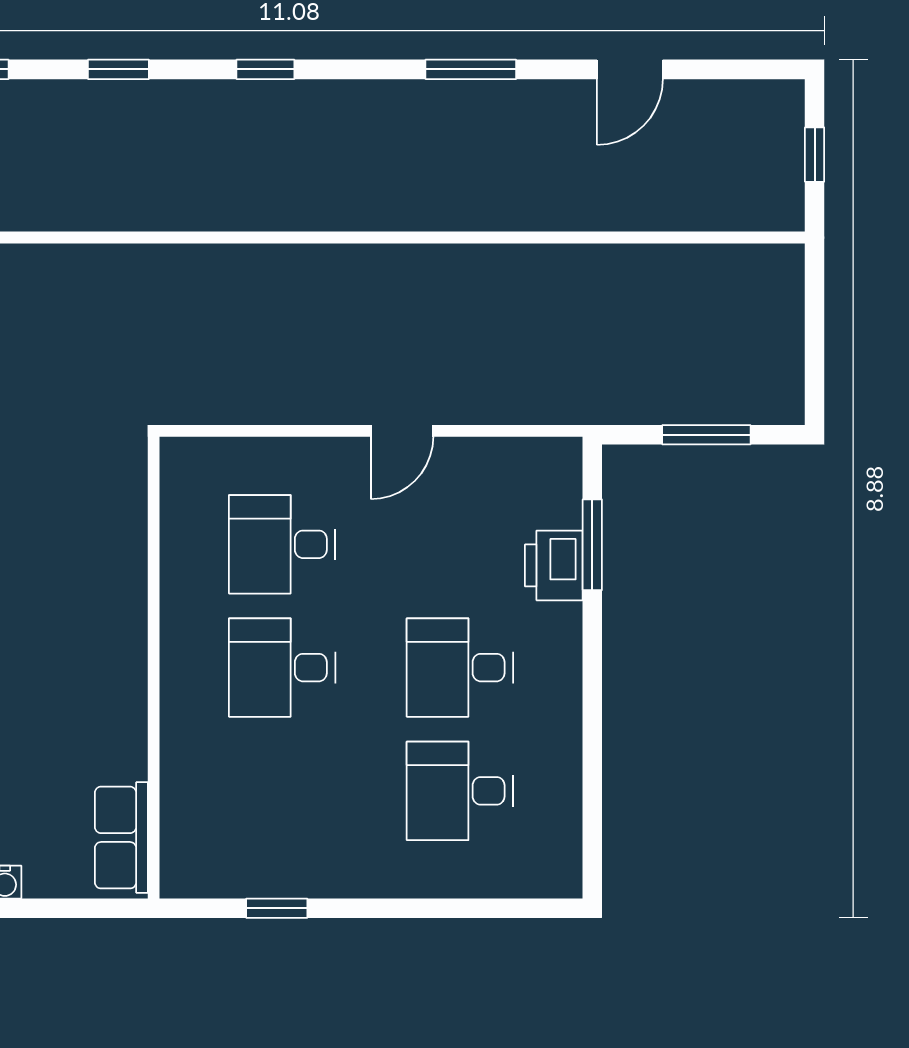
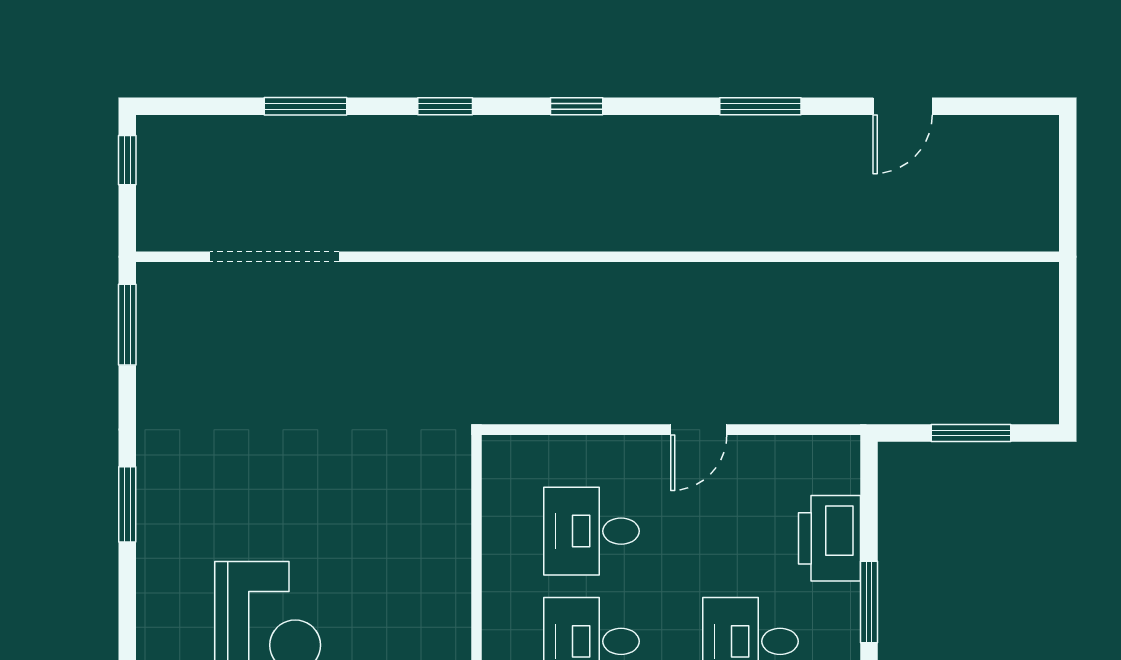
window: (815, 155) -> (1068, 182), removed
window: (592, 545) -> (869, 602), moved
printer: (554, 565) -> (830, 538), width x1.37, depth x1.19

